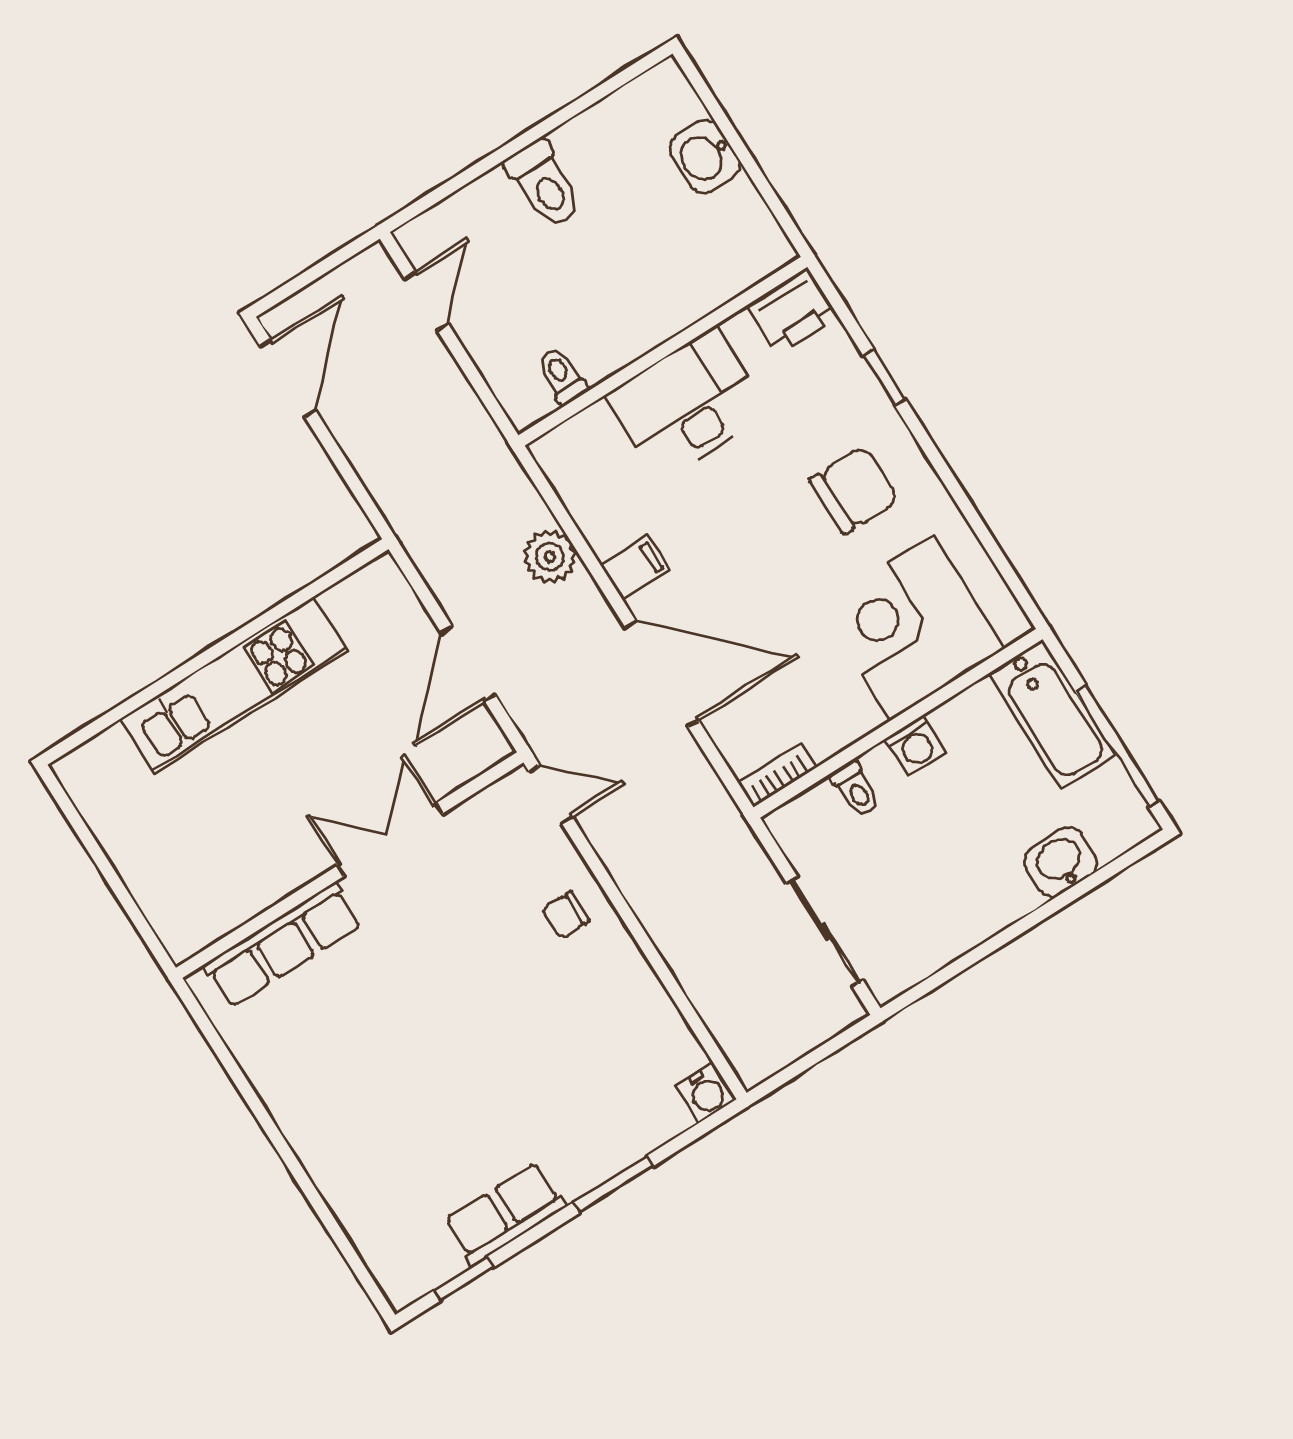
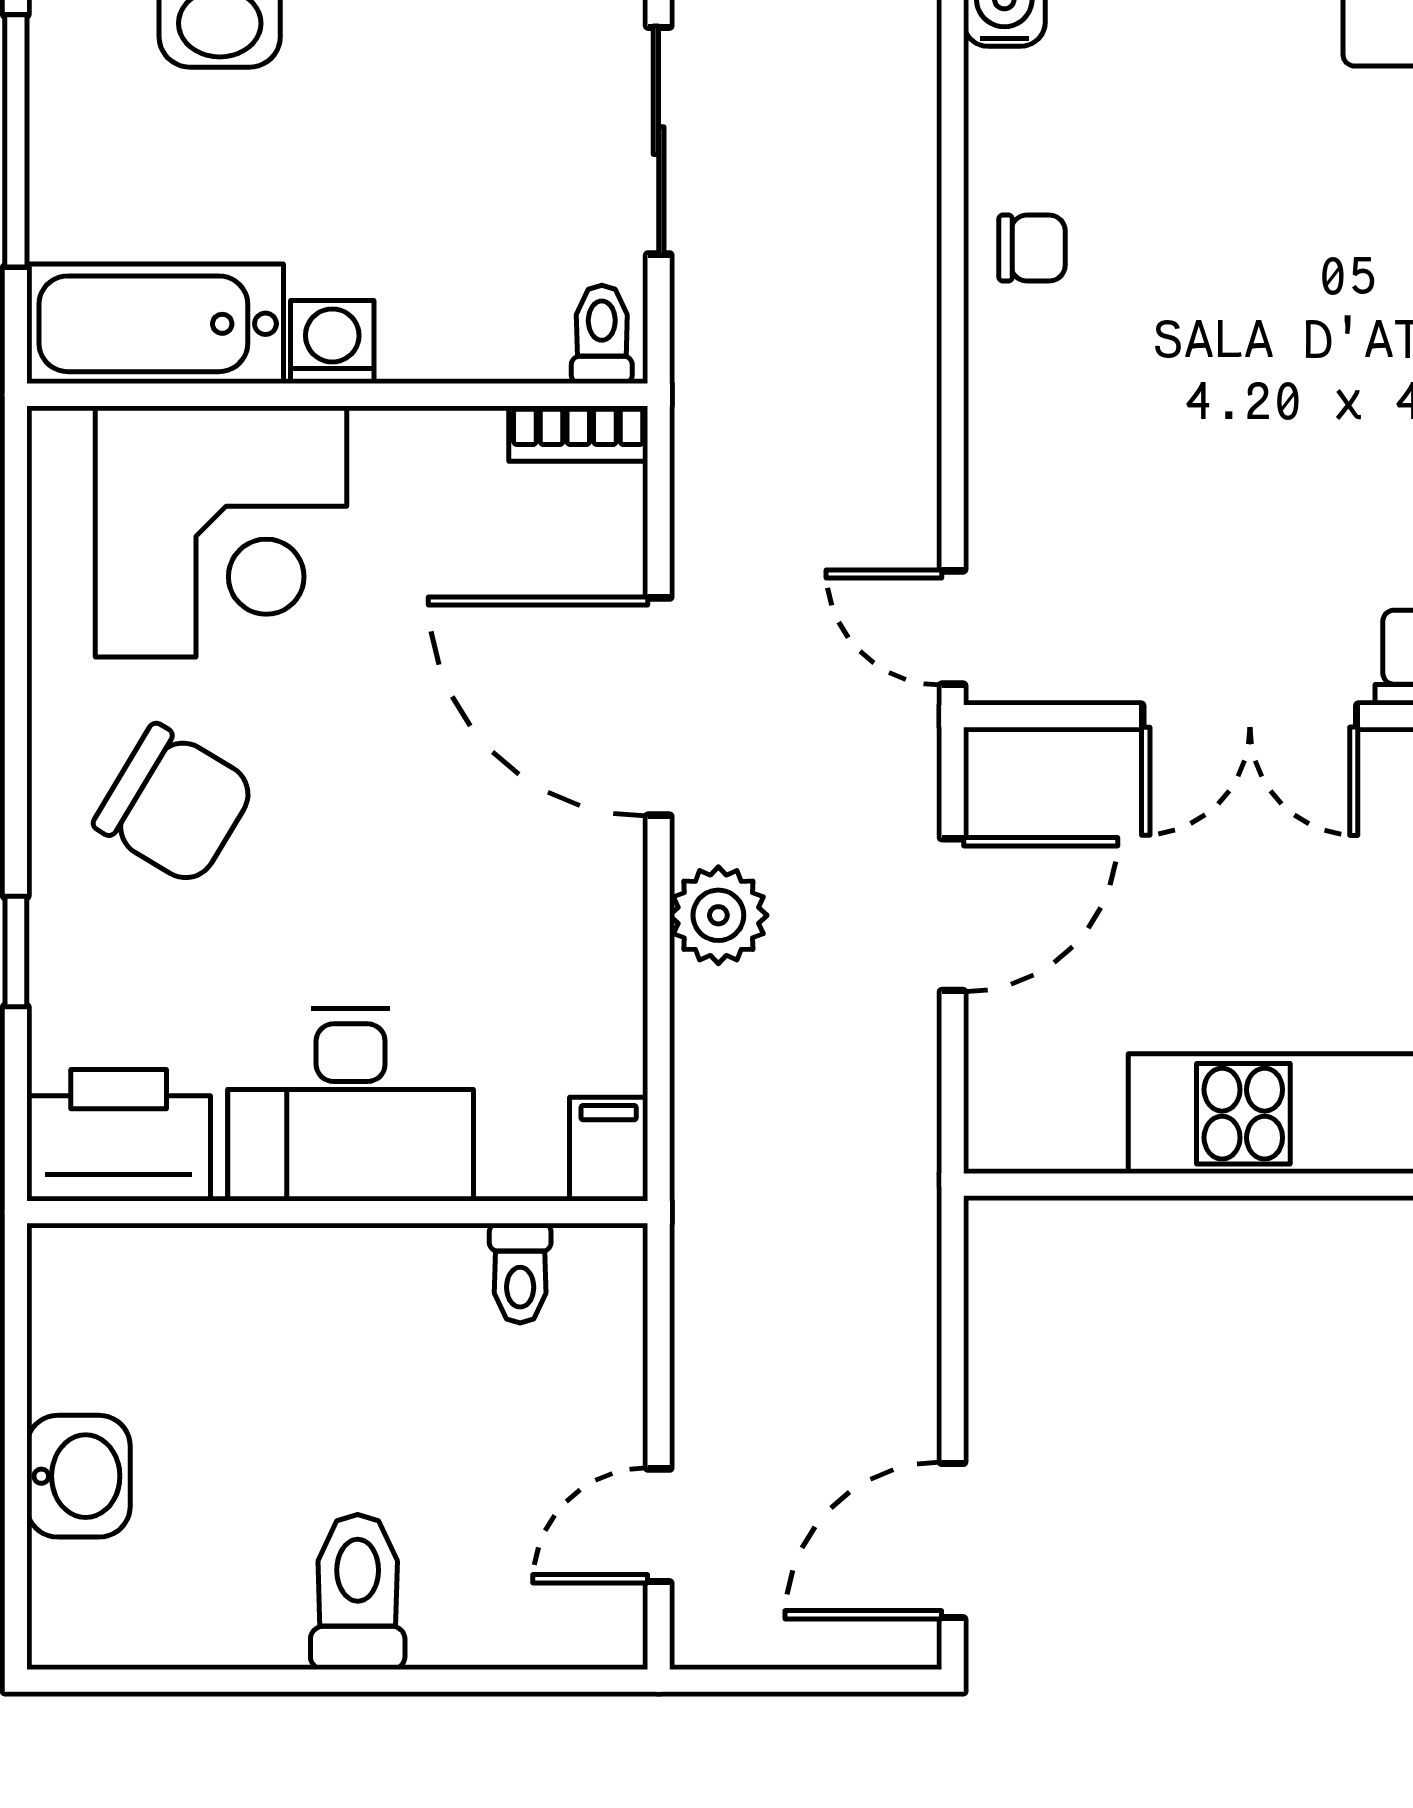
printer: (793, 311) -> (119, 1135), width x1.37, depth x1.19
chair: (854, 490) -> (175, 805), turned -149
plant: (550, 557) -> (718, 915), moved
filing cabinet: (635, 568) -> (609, 1149), moved, turned 90
bathtub: (1052, 714) -> (156, 324), moved, turned -90
toilet: (855, 789) -> (602, 334), moved
chair: (566, 915) -> (1032, 248), moved

